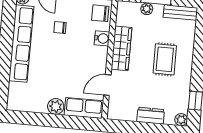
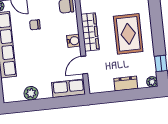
water cooler: (102, 38) -> (73, 41), moved
rug: (165, 59) -> (128, 34), width x1.36, depth x1.43
plant: (56, 106) -> (31, 93), moved

